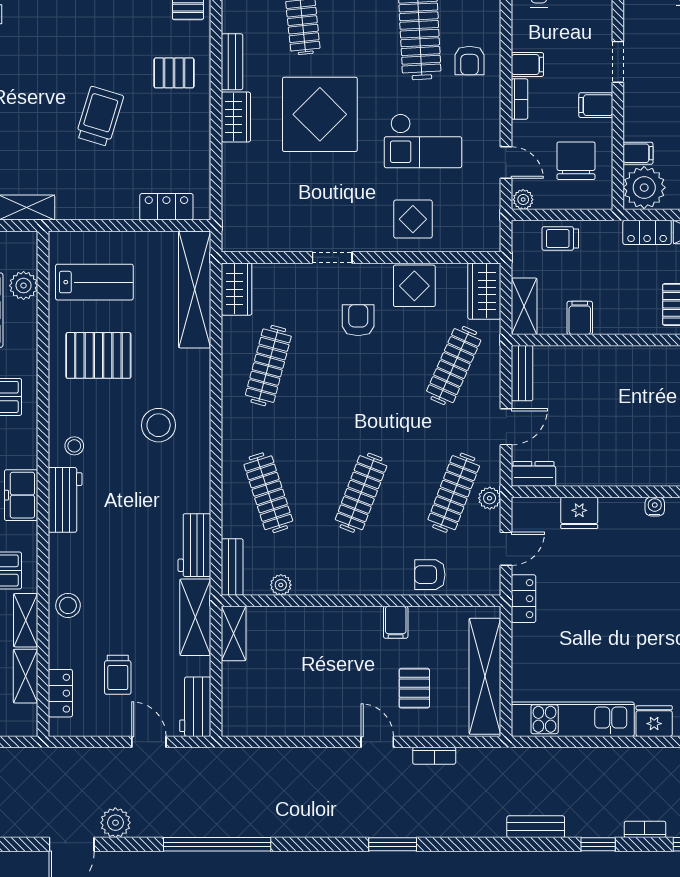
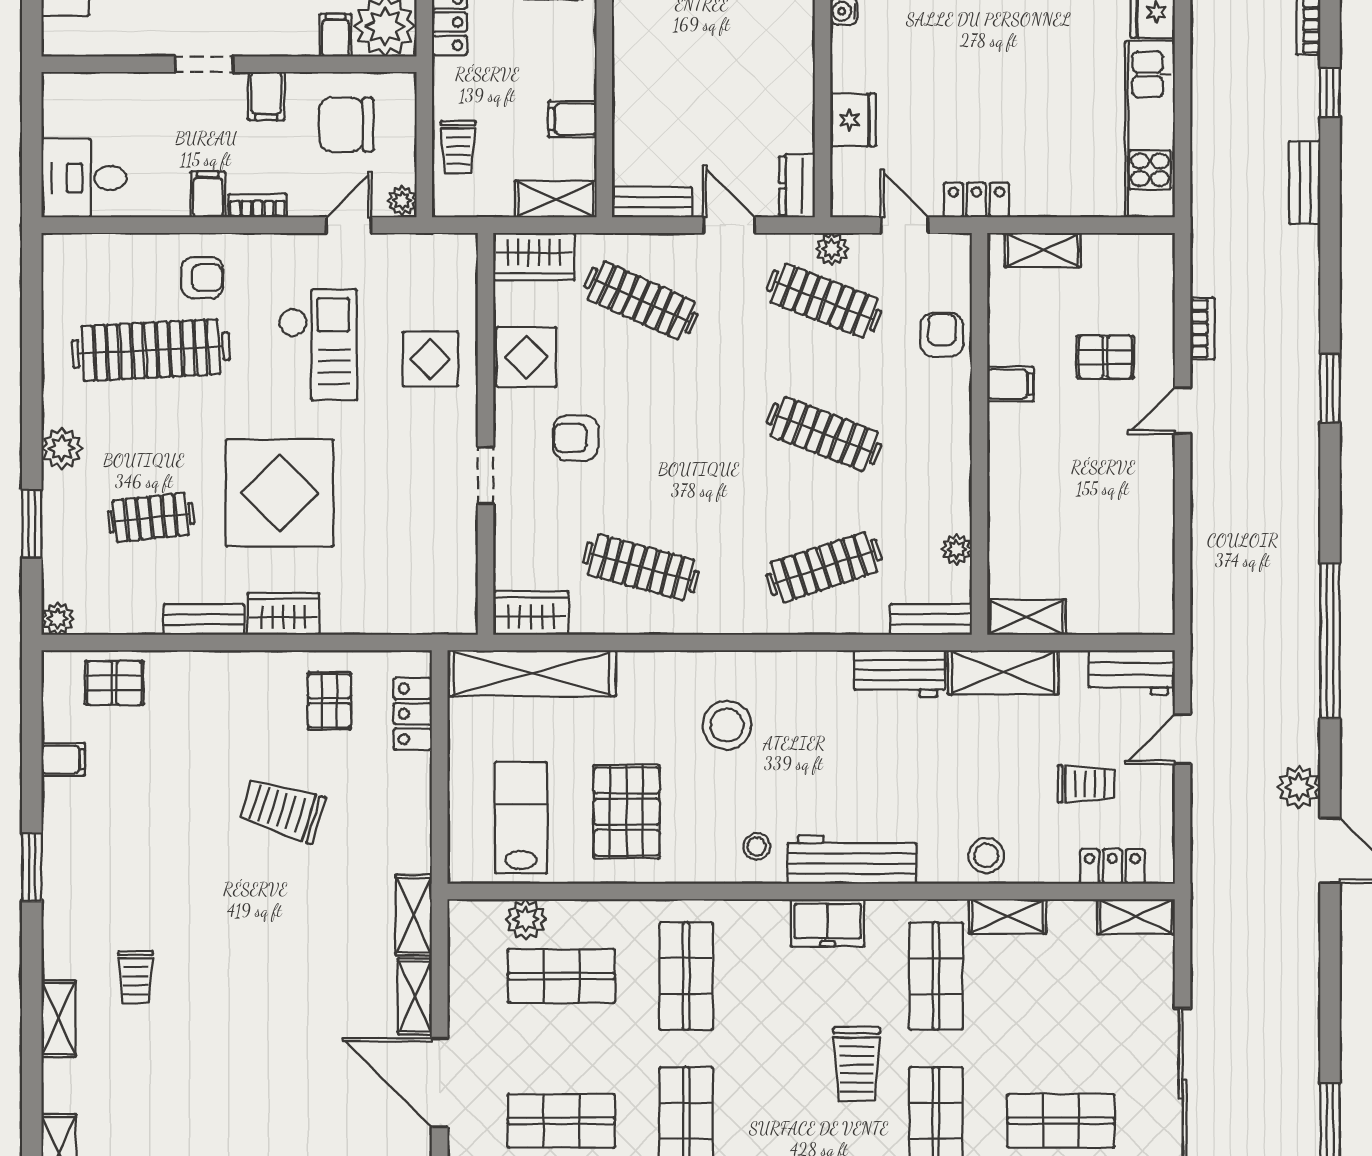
pallet: (174, 73) -> (329, 701), moved
workbench: (65, 500) -> (852, 860), width x1.37
armchair: (430, 575) -> (942, 335), turned 180
shelving: (26, 676) -> (1136, 917), moved
shelving: (485, 676) -> (1043, 250), width x0.45, depth x0.75

